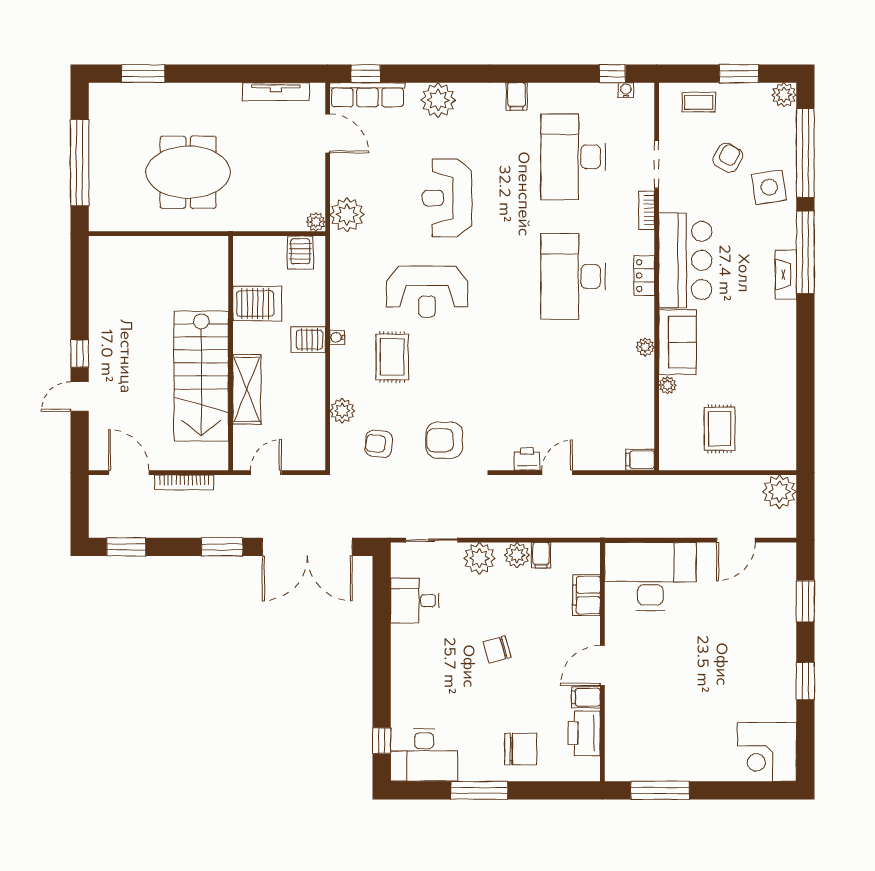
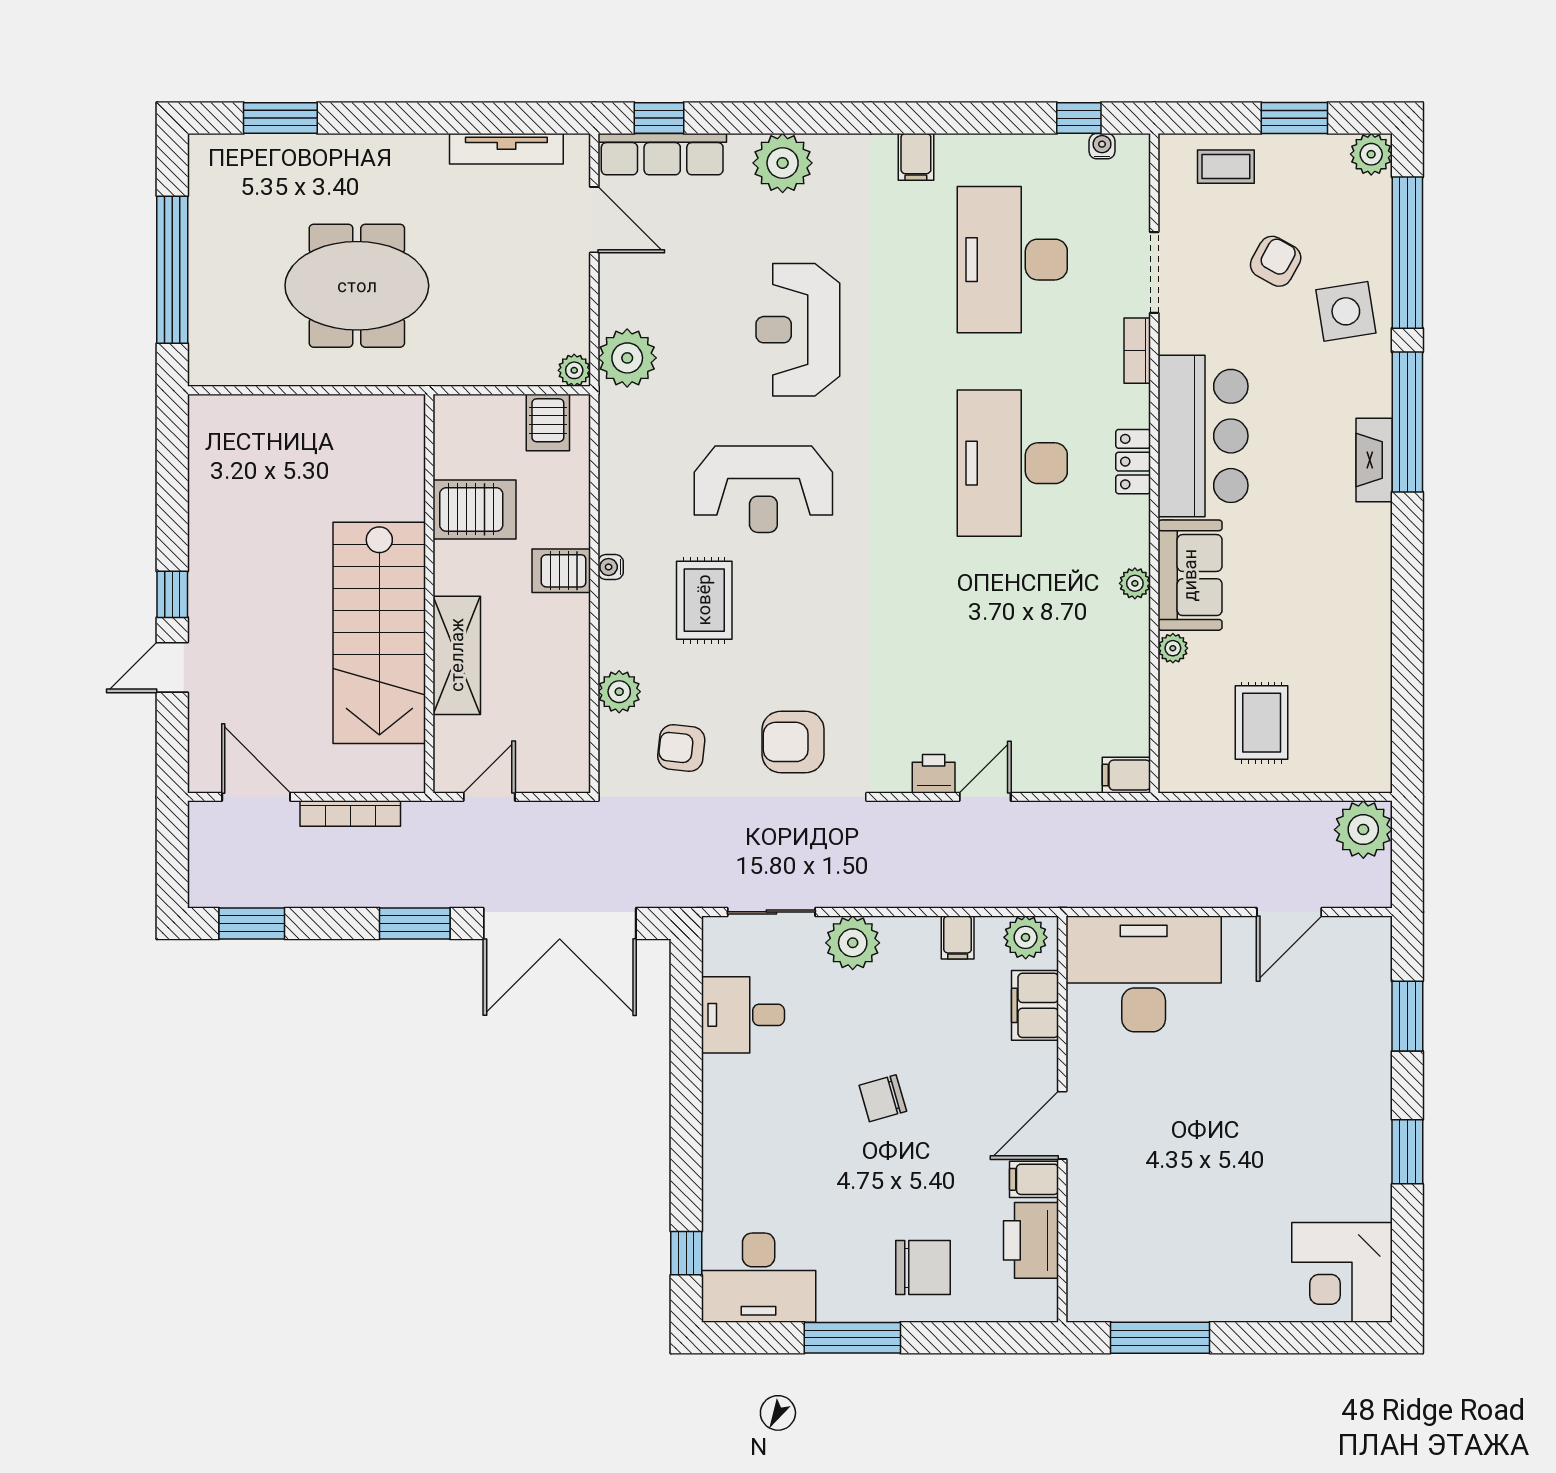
plant: (517, 555) -> (1026, 937), moved

